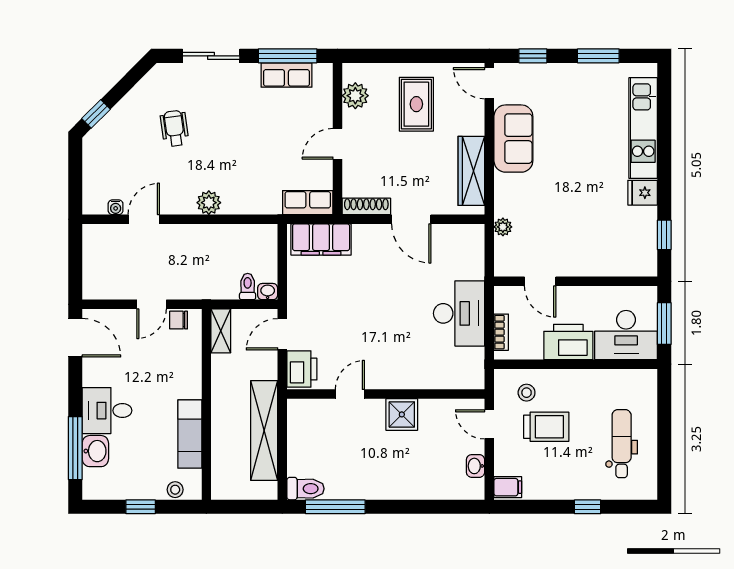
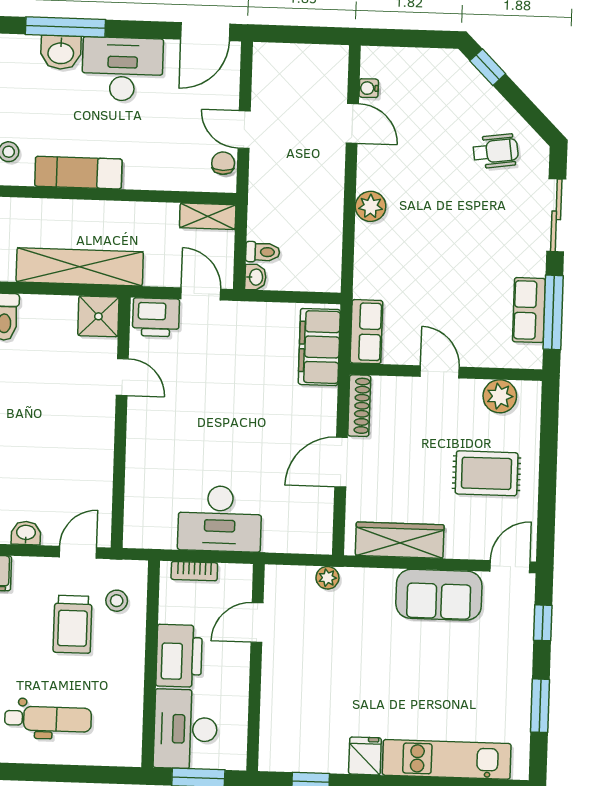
wheelchair: (175, 128) -> (496, 151), moved
desk: (107, 411) -> (122, 69), width x1.37
shower: (402, 414) -> (98, 316), moved

